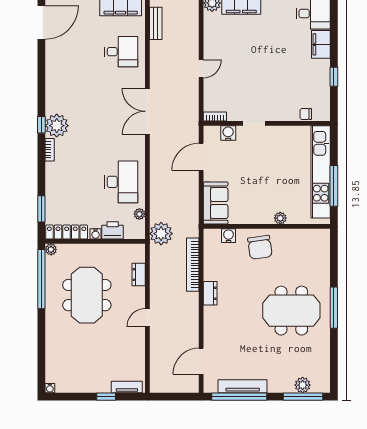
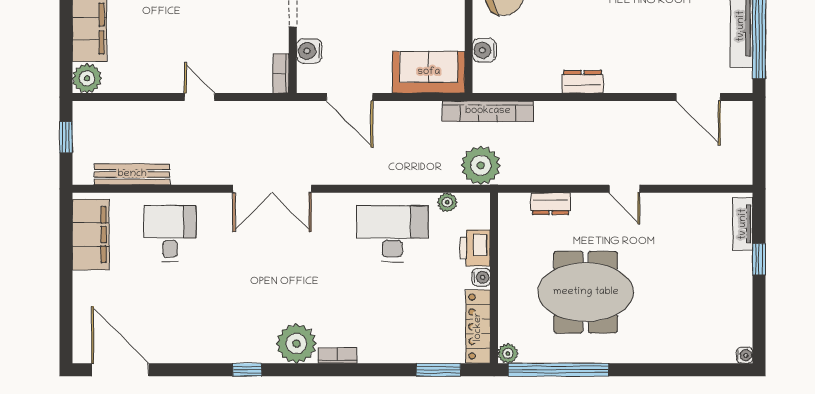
bench: (156, 23) -> (132, 174), width x1.36
window: (41, 125) -> (247, 370), moved
bookcase: (193, 265) -> (488, 111), moved

